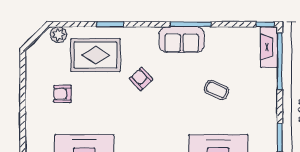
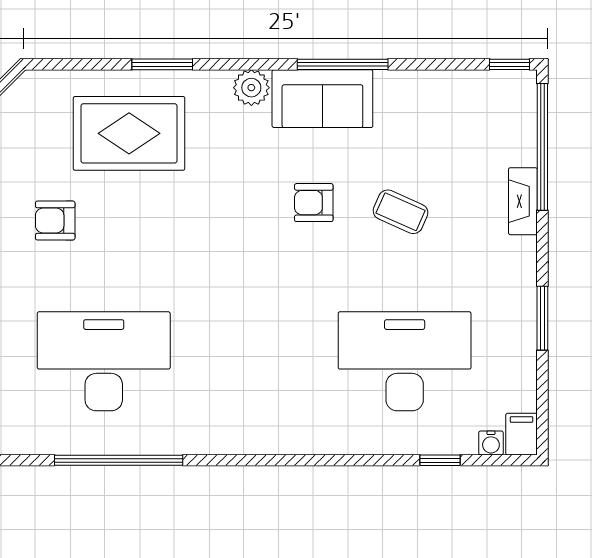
plant: (59, 35) -> (251, 88), moved
fireplace: (269, 47) -> (523, 201), moved, width x0.73, depth x0.76
armchair: (141, 79) -> (314, 203), moved, turned -47

